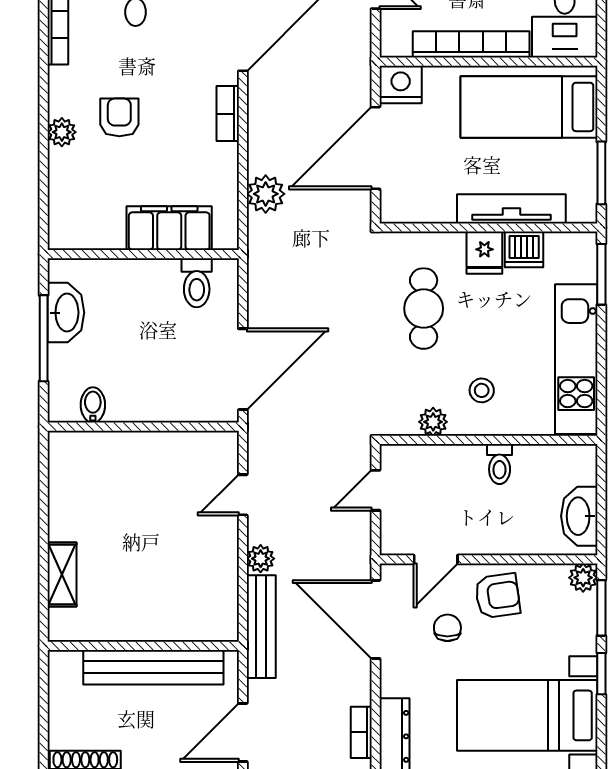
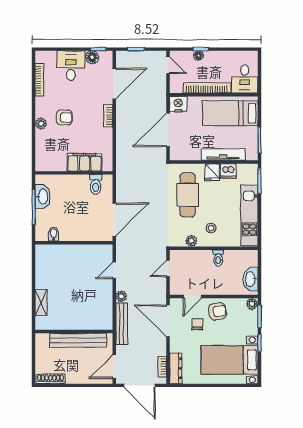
armchair: (119, 117) -> (64, 117), turned 90
plant: (266, 194) -> (124, 149), removed
cafe table: (424, 309) -> (188, 195), width x1.37, depth x1.35

